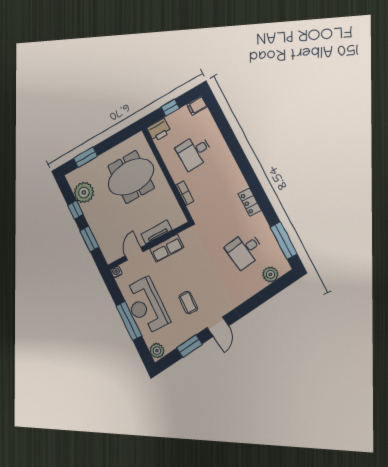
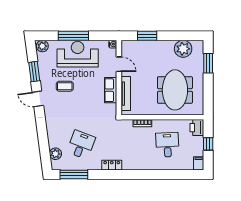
window: (75, 210) -> (174, 36), removed
tv unit: (156, 232) -> (126, 94), width x1.41
desk: (245, 250) -> (81, 145), turned 30

